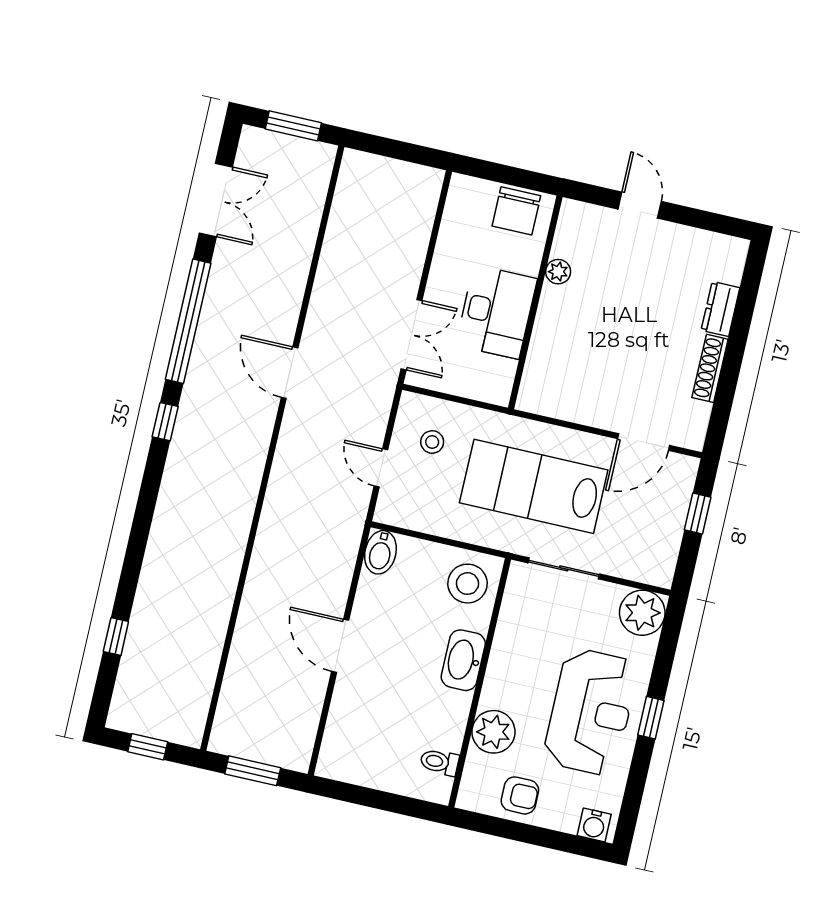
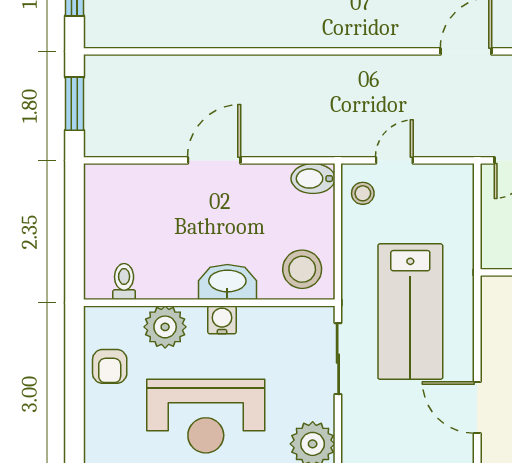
stool: (432, 442) -> (363, 193), moved
lab bench: (534, 486) -> (410, 312), turned 180
water cooler: (594, 825) -> (222, 320), moved, turned 90

